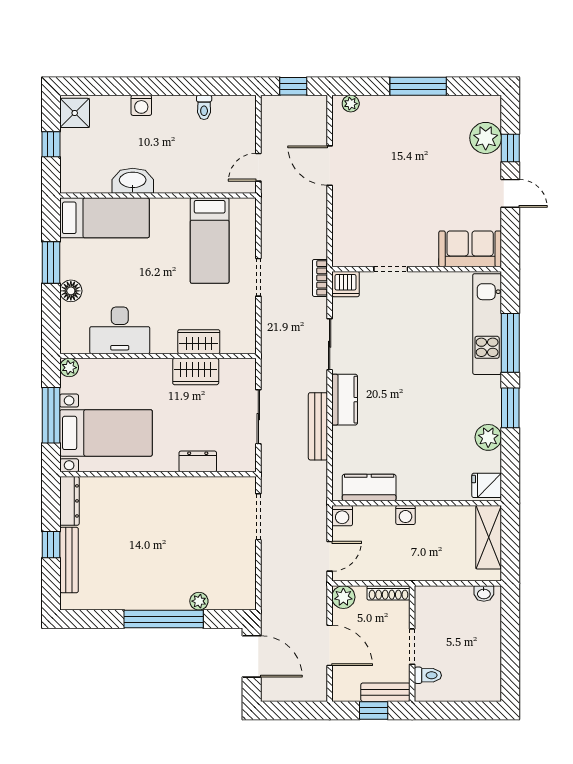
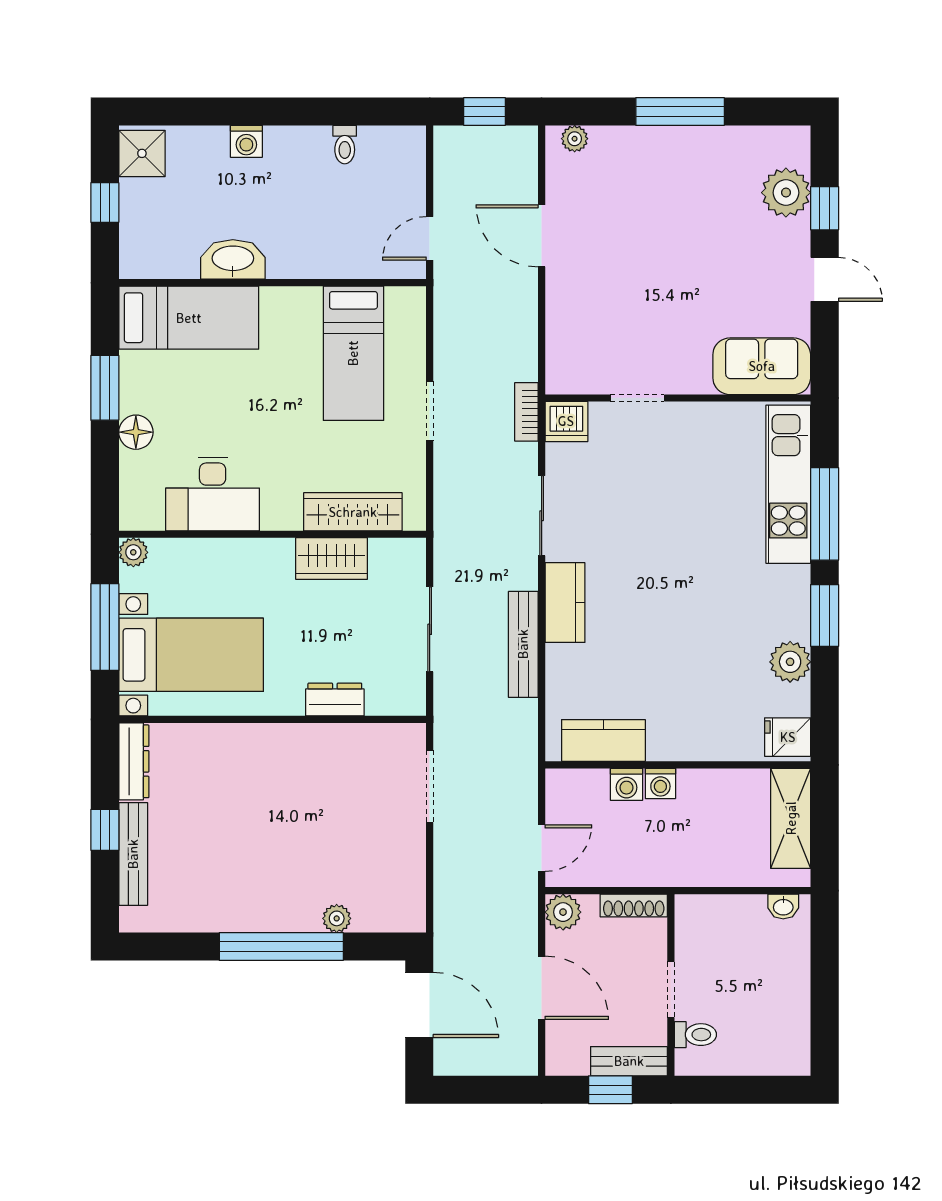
wardrobe: (199, 342) -> (353, 512), width x1.50
washing machine: (342, 516) -> (626, 784), moved

